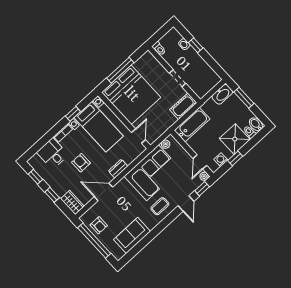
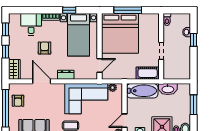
washbasin: (222, 94) -> (168, 89), moved

